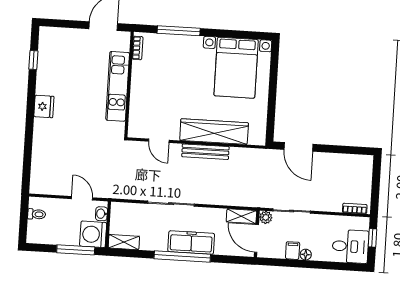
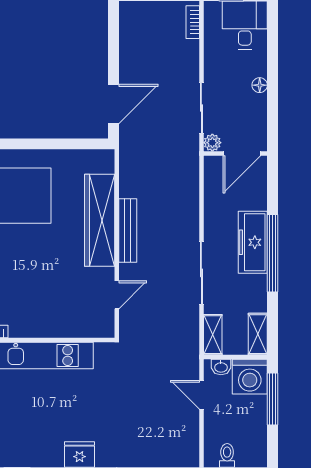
door: (82, 198) -> (201, 395), hinge flipped
shelving: (241, 216) -> (213, 335), moved
filing cabinet: (293, 251) -> (255, 103), removed

